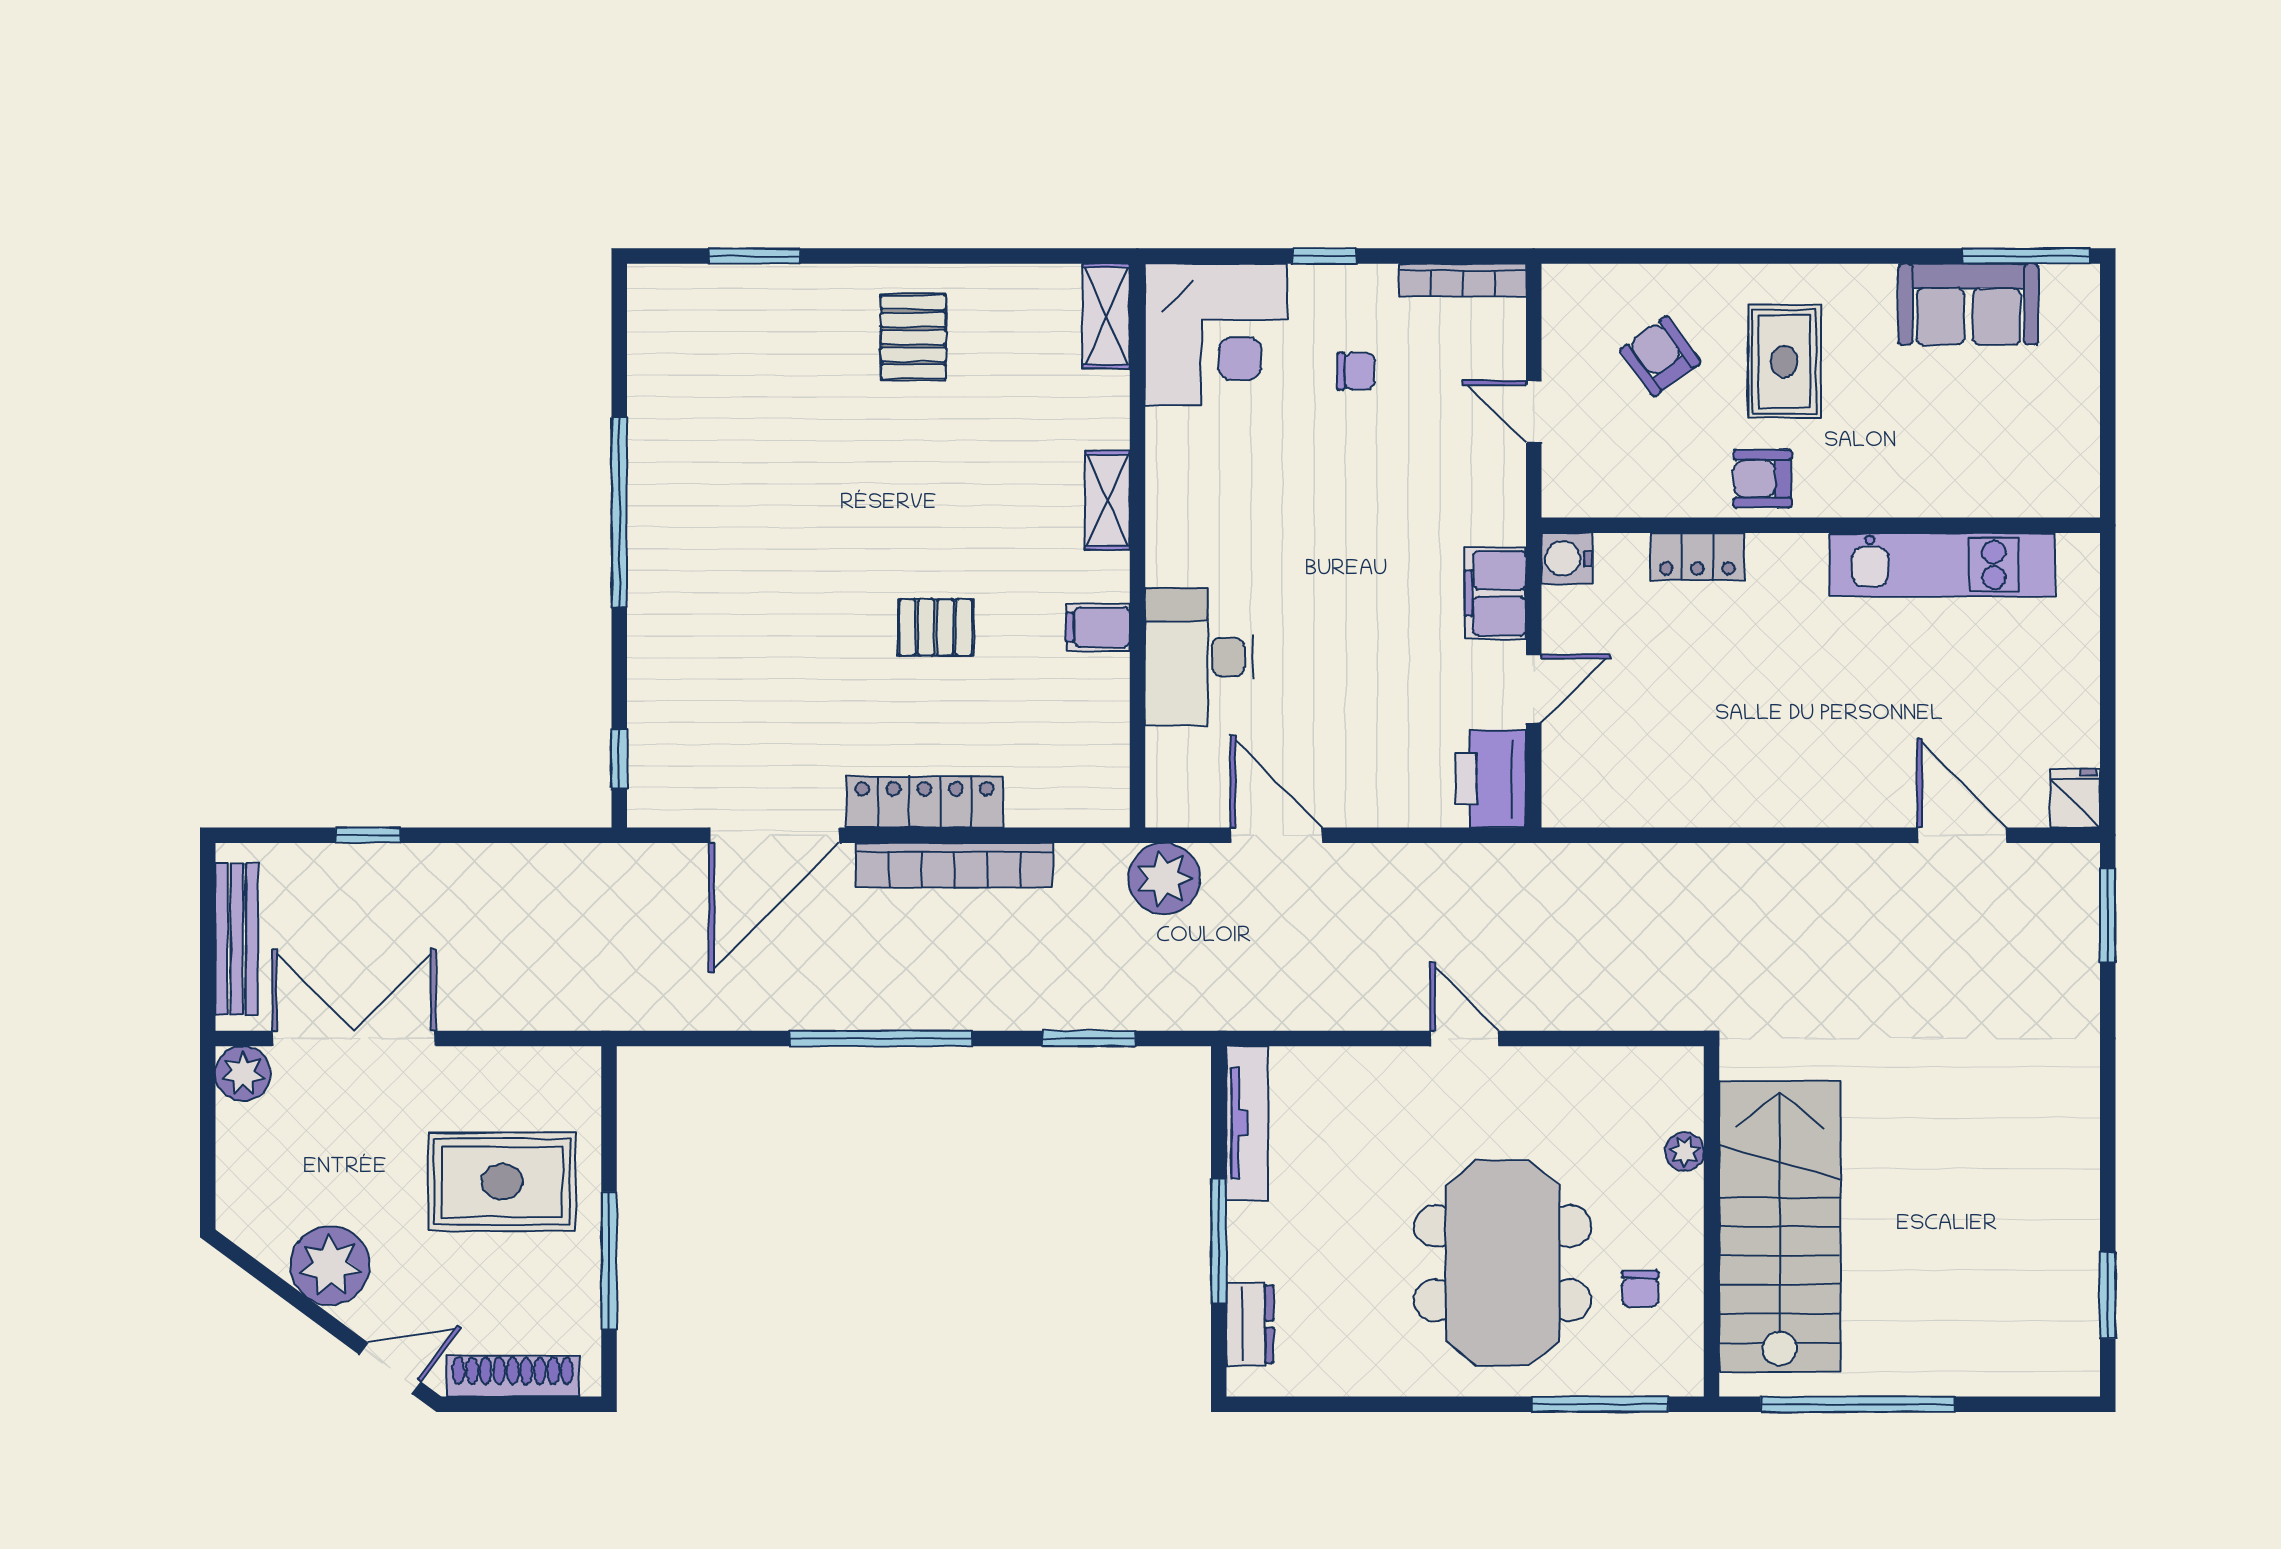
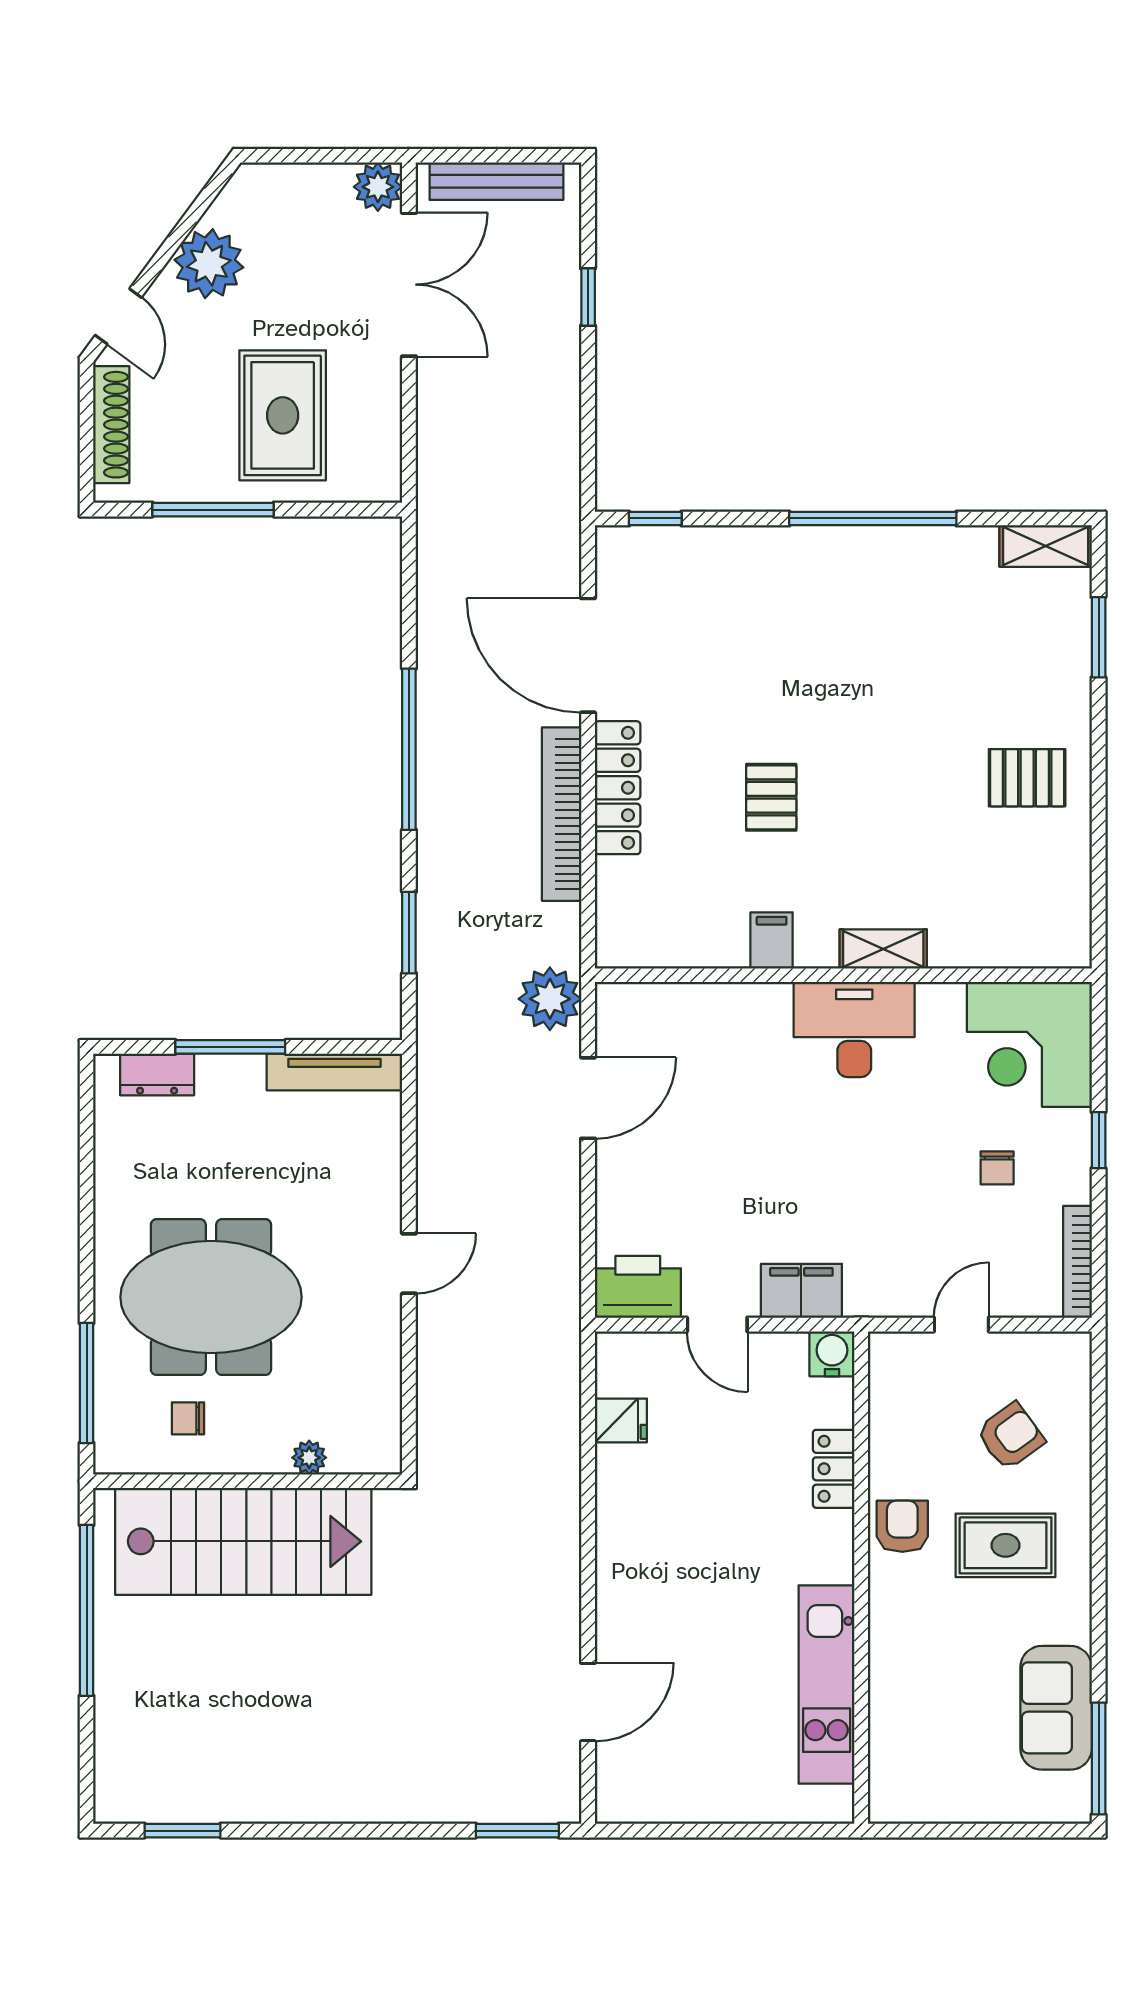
shelving: (1106, 316) -> (1046, 546), moved
desk: (1199, 657) -> (854, 1030), moved
fridge: (2075, 798) -> (621, 1420), moved

